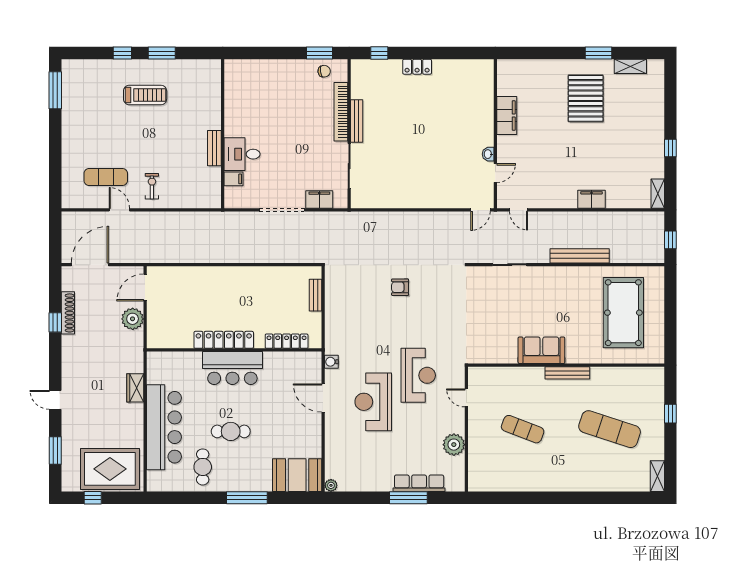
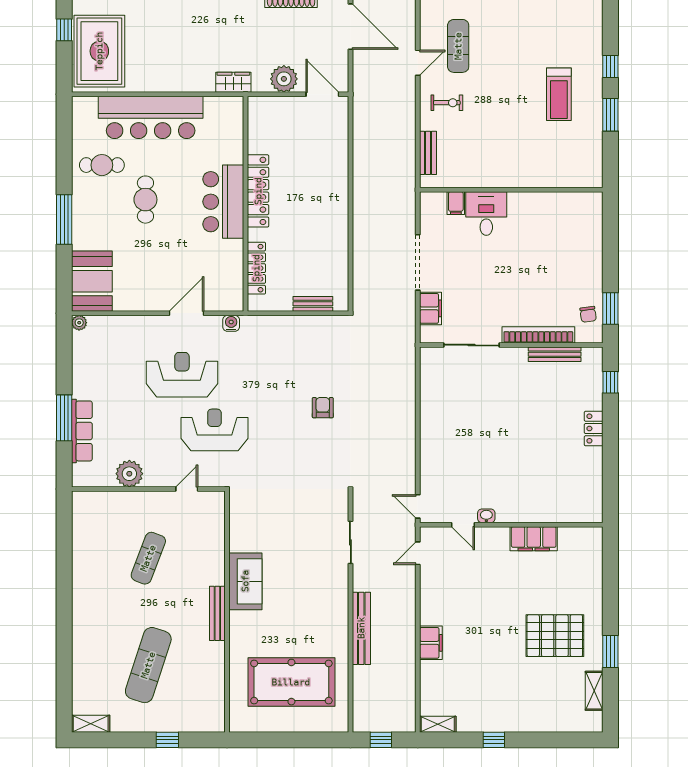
bench: (357, 121) -> (555, 354), moved
bench: (214, 148) -> (428, 153), moved, turned 90
reception desk: (418, 375) -> (214, 430), turned 180
wardrobe: (135, 388) -> (233, 82), moved

